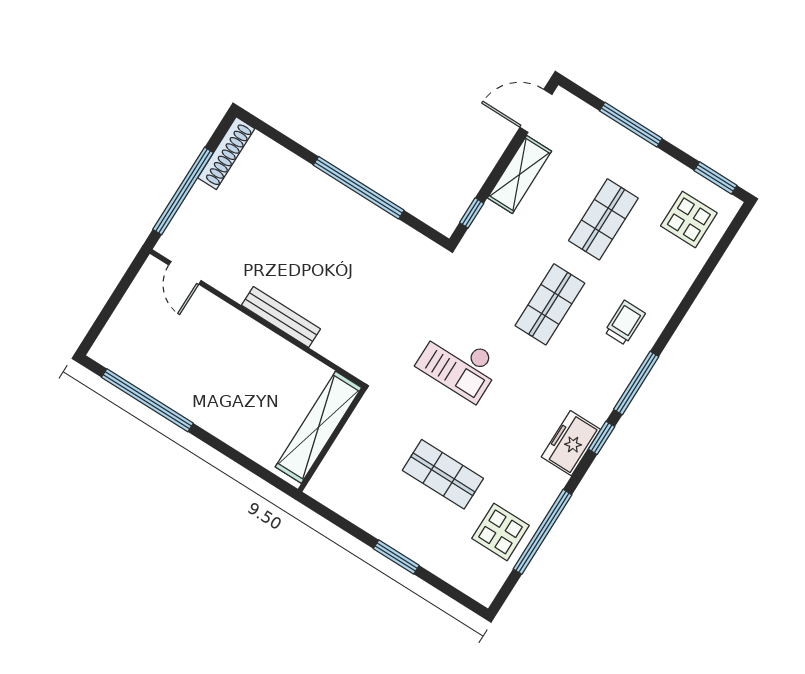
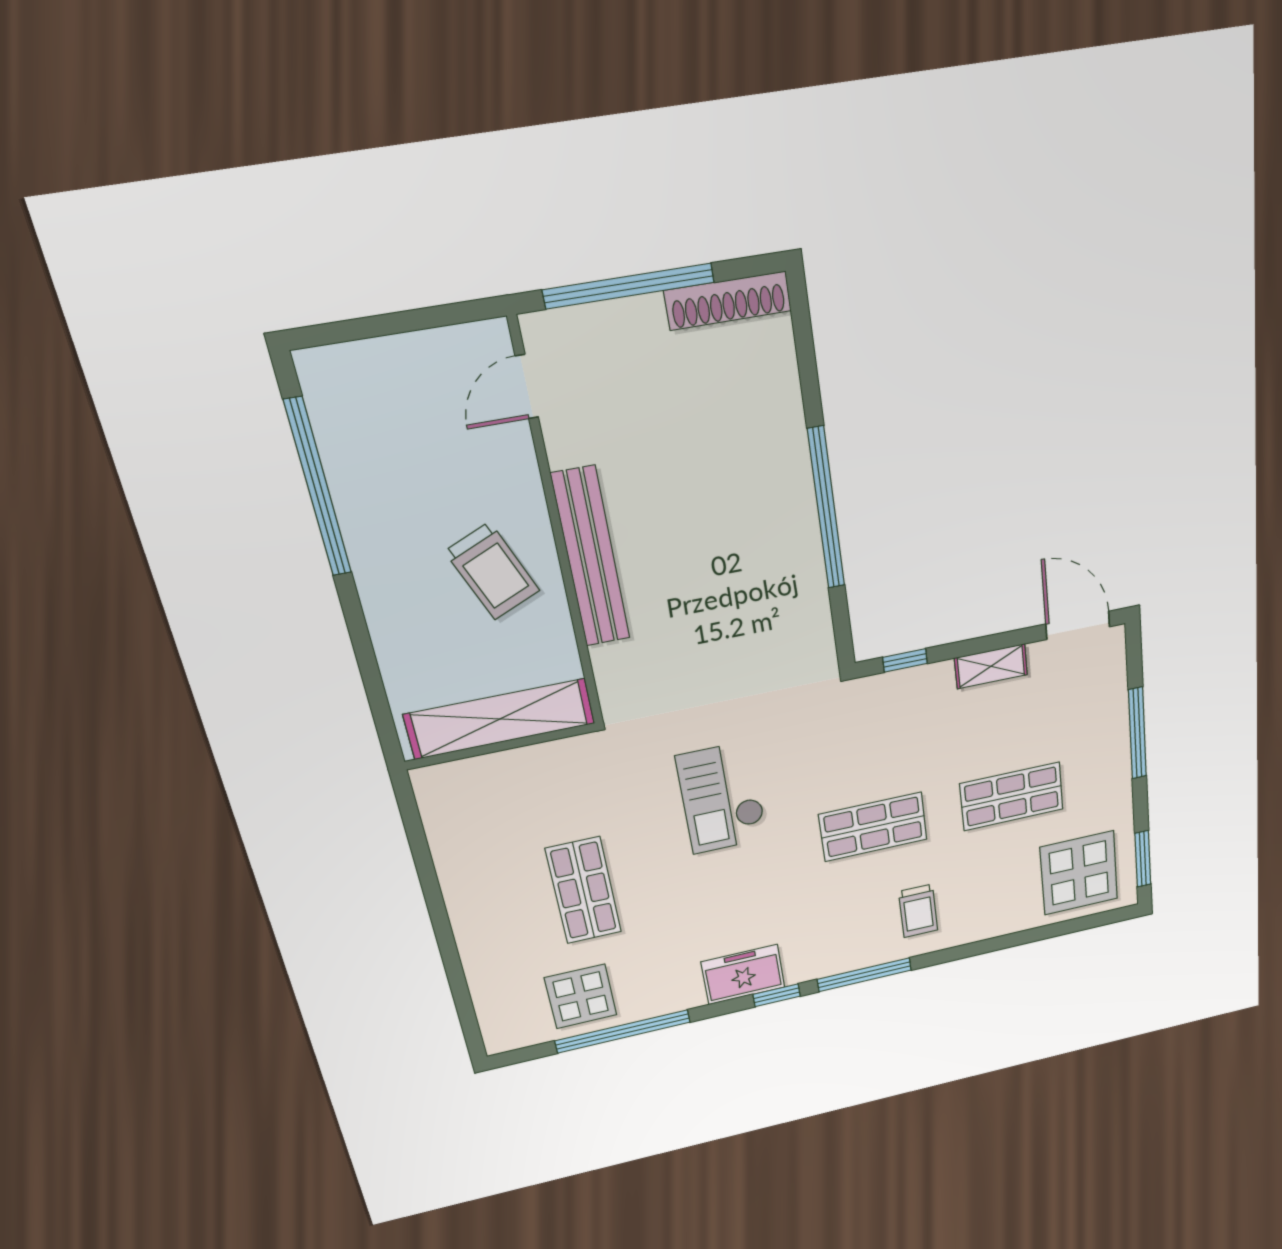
shelving: (520, 174) -> (991, 666), width x0.67, depth x0.75
display table: (689, 219) -> (1079, 873), width x1.36, depth x1.36
bench: (281, 317) -> (591, 557), width x1.37, depth x1.21
trolley: (625, 323) -> (918, 911), turned 90
trolley: (248, 364) -> (492, 571), added
window: (396, 557) -> (442, 928), removed

